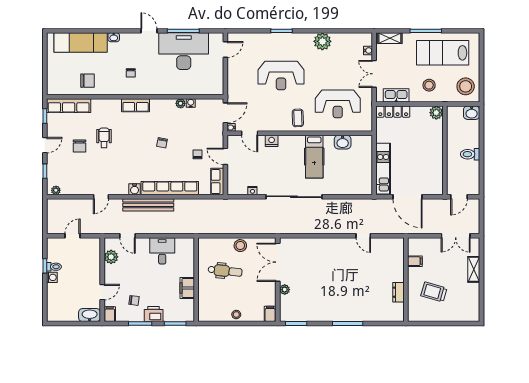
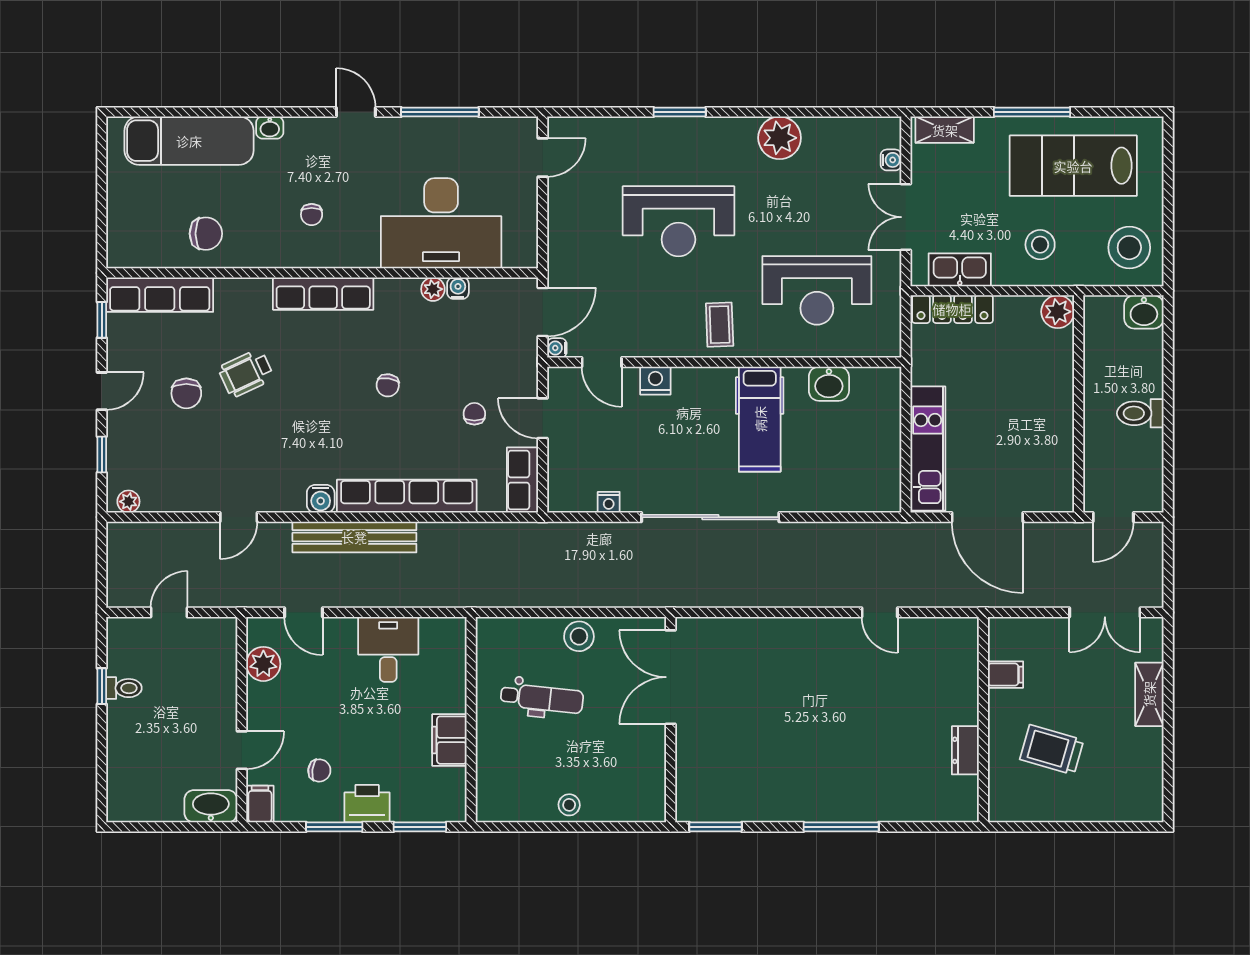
desk: (184, 51) -> (441, 223), moved, turned 180
row of seats: (136, 105) -> (323, 294), width x1.48
wheelchair: (104, 138) -> (246, 373), turned -115
washing machine: (52, 277) -> (119, 714), removed
plant: (285, 290) -> (687, 744), removed
filing cabinet: (270, 314) -> (652, 803), removed

